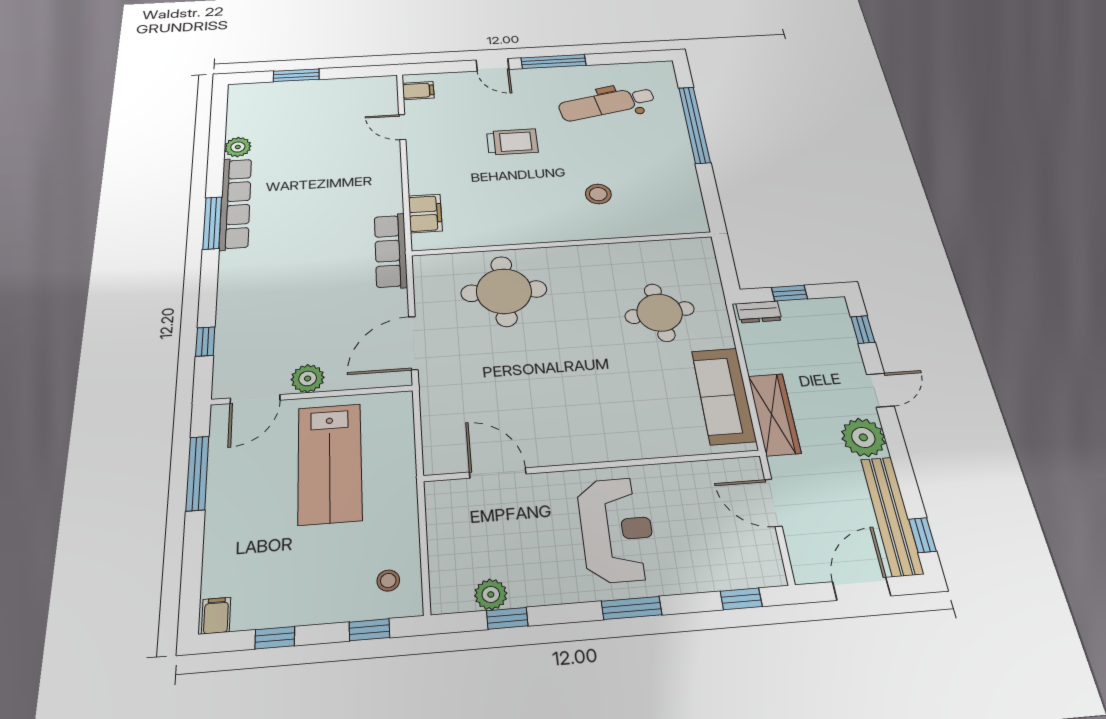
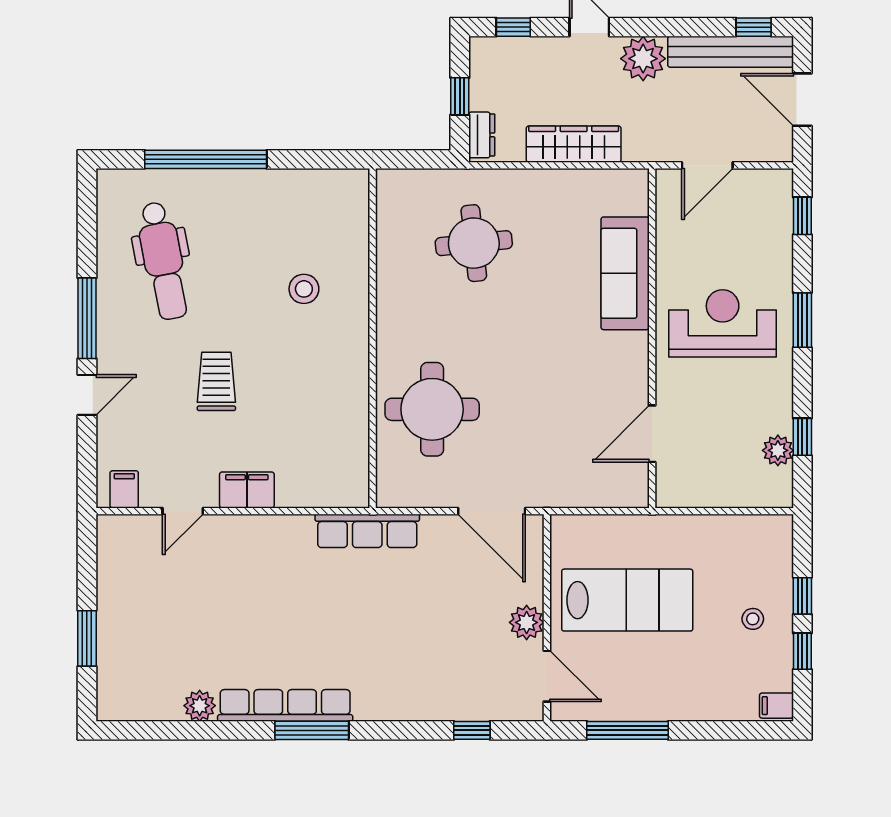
filing cabinet: (425, 213) -> (247, 490), moved
sofa: (724, 396) -> (625, 273), moved, turned 90
wardrobe: (774, 414) -> (574, 144), moved
stool: (388, 581) -> (753, 619), moved
window: (369, 630) -> (802, 596), moved

